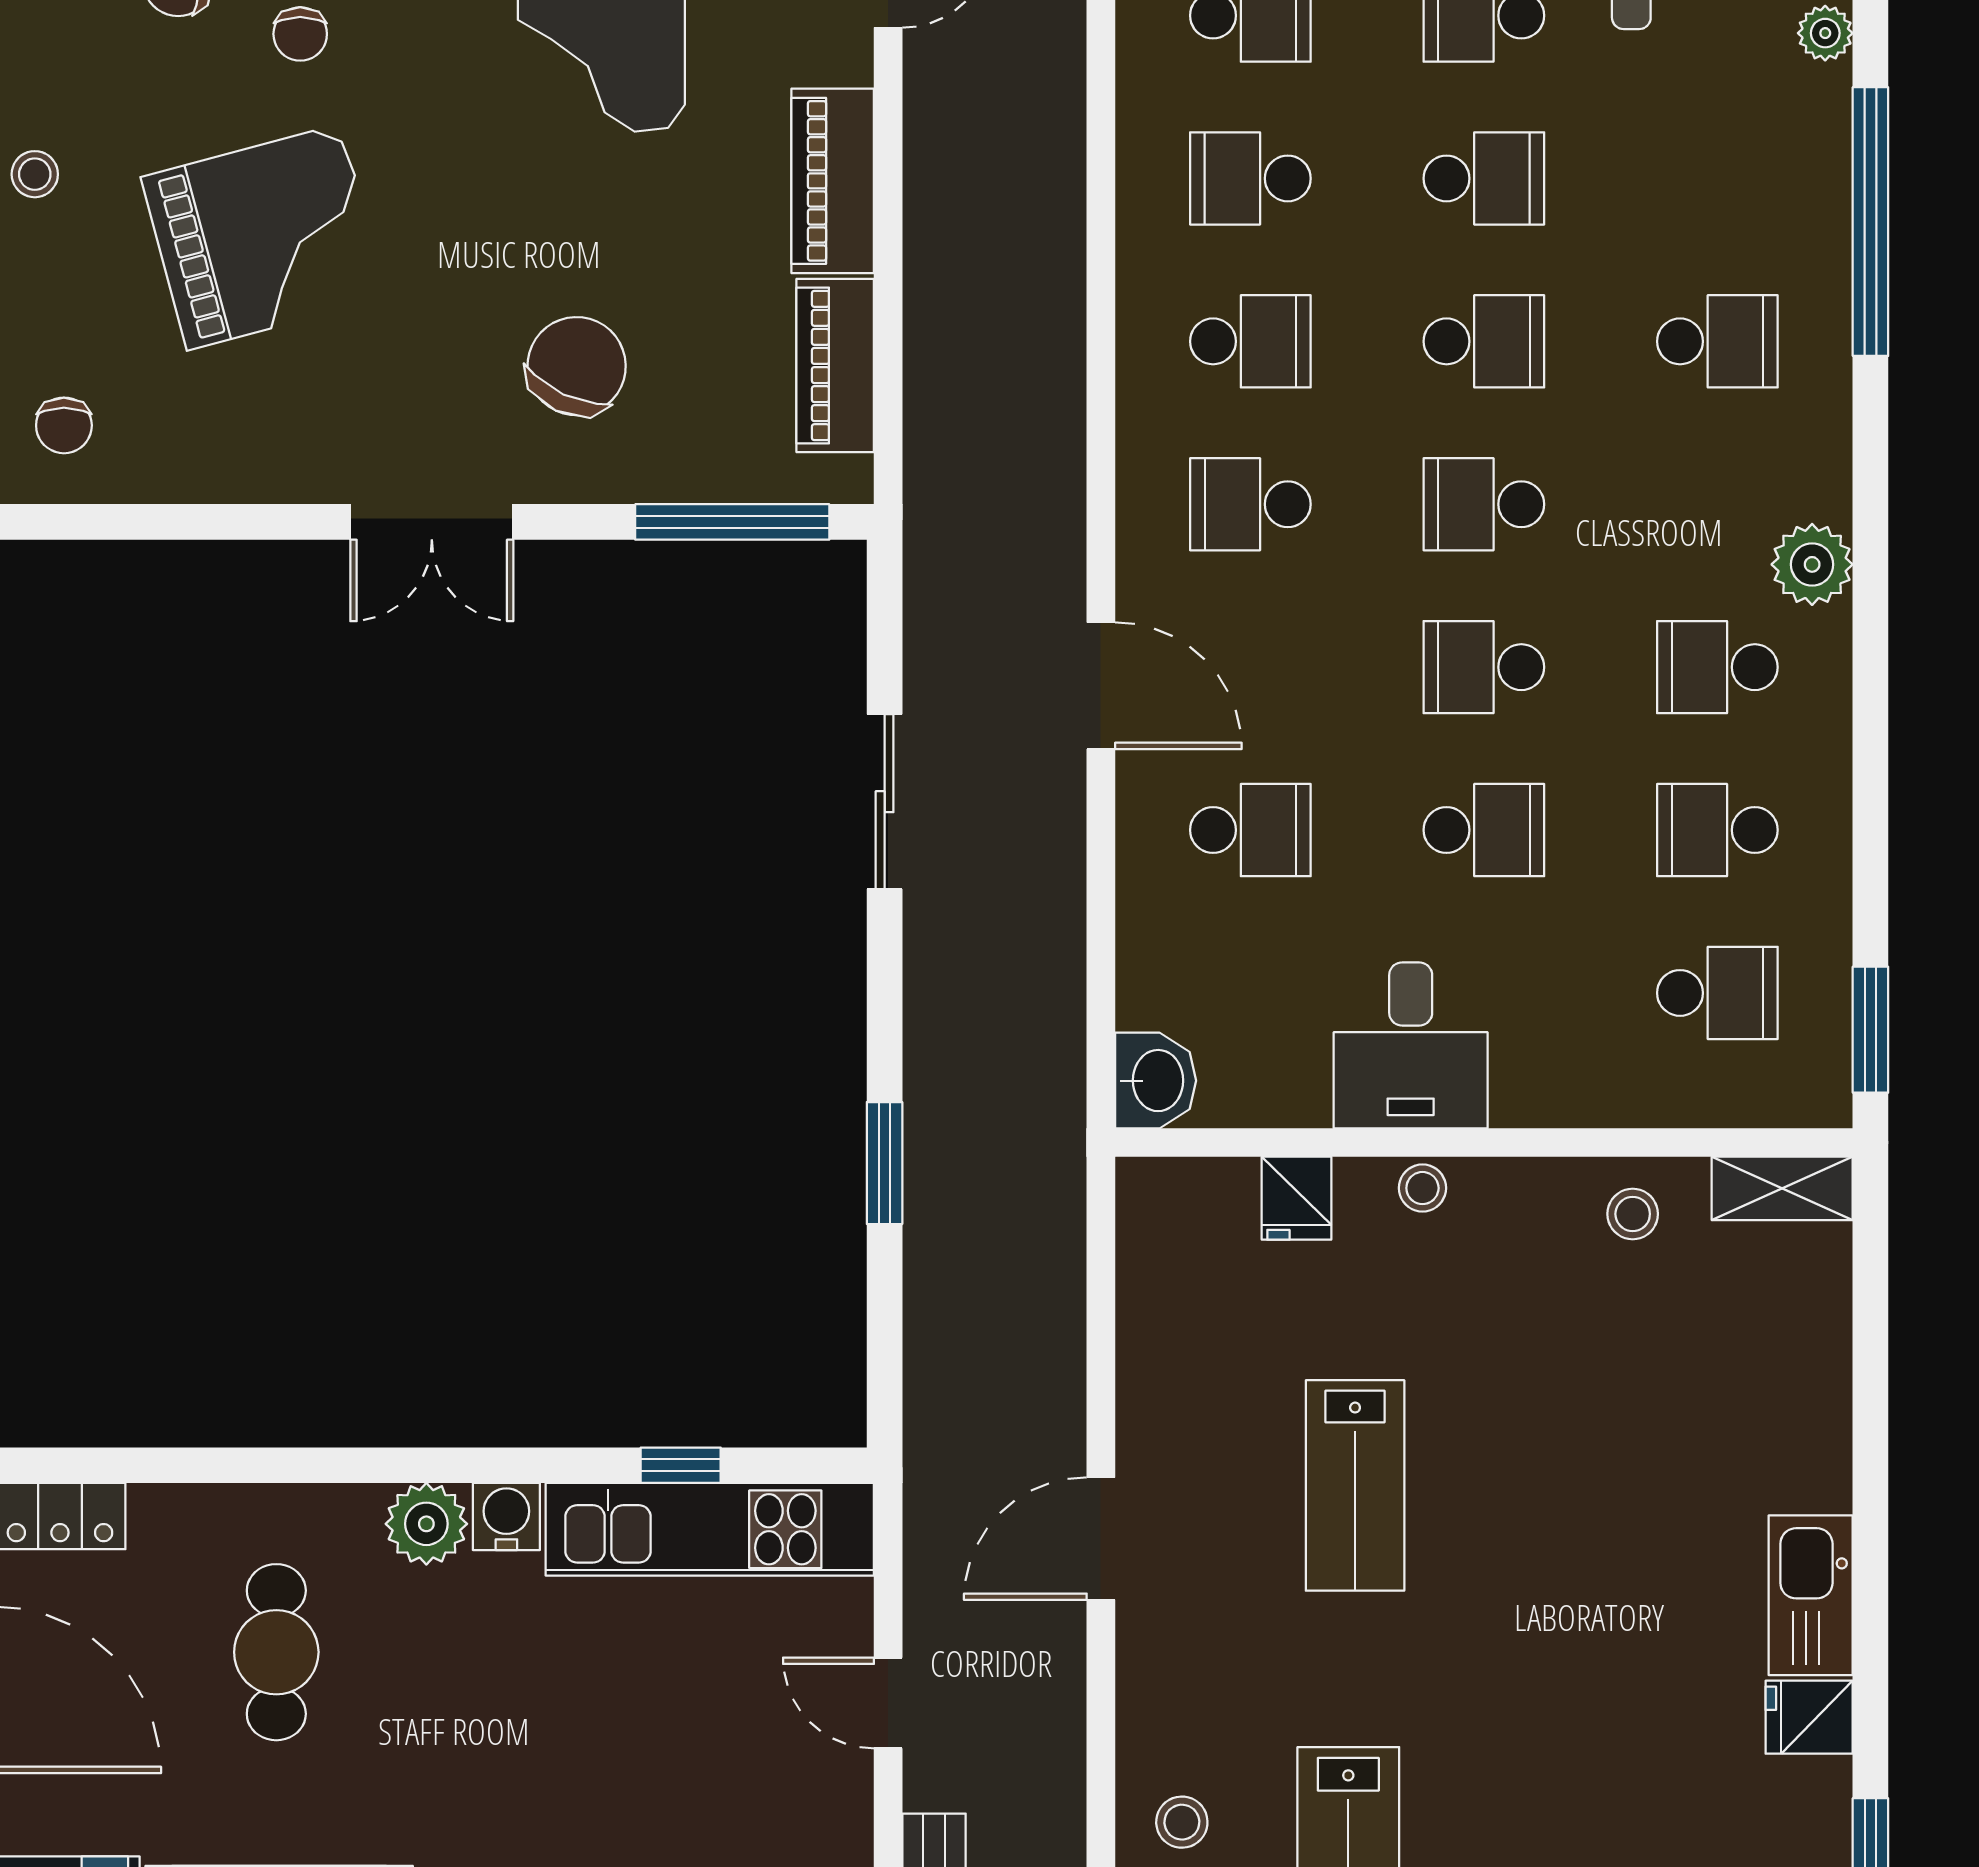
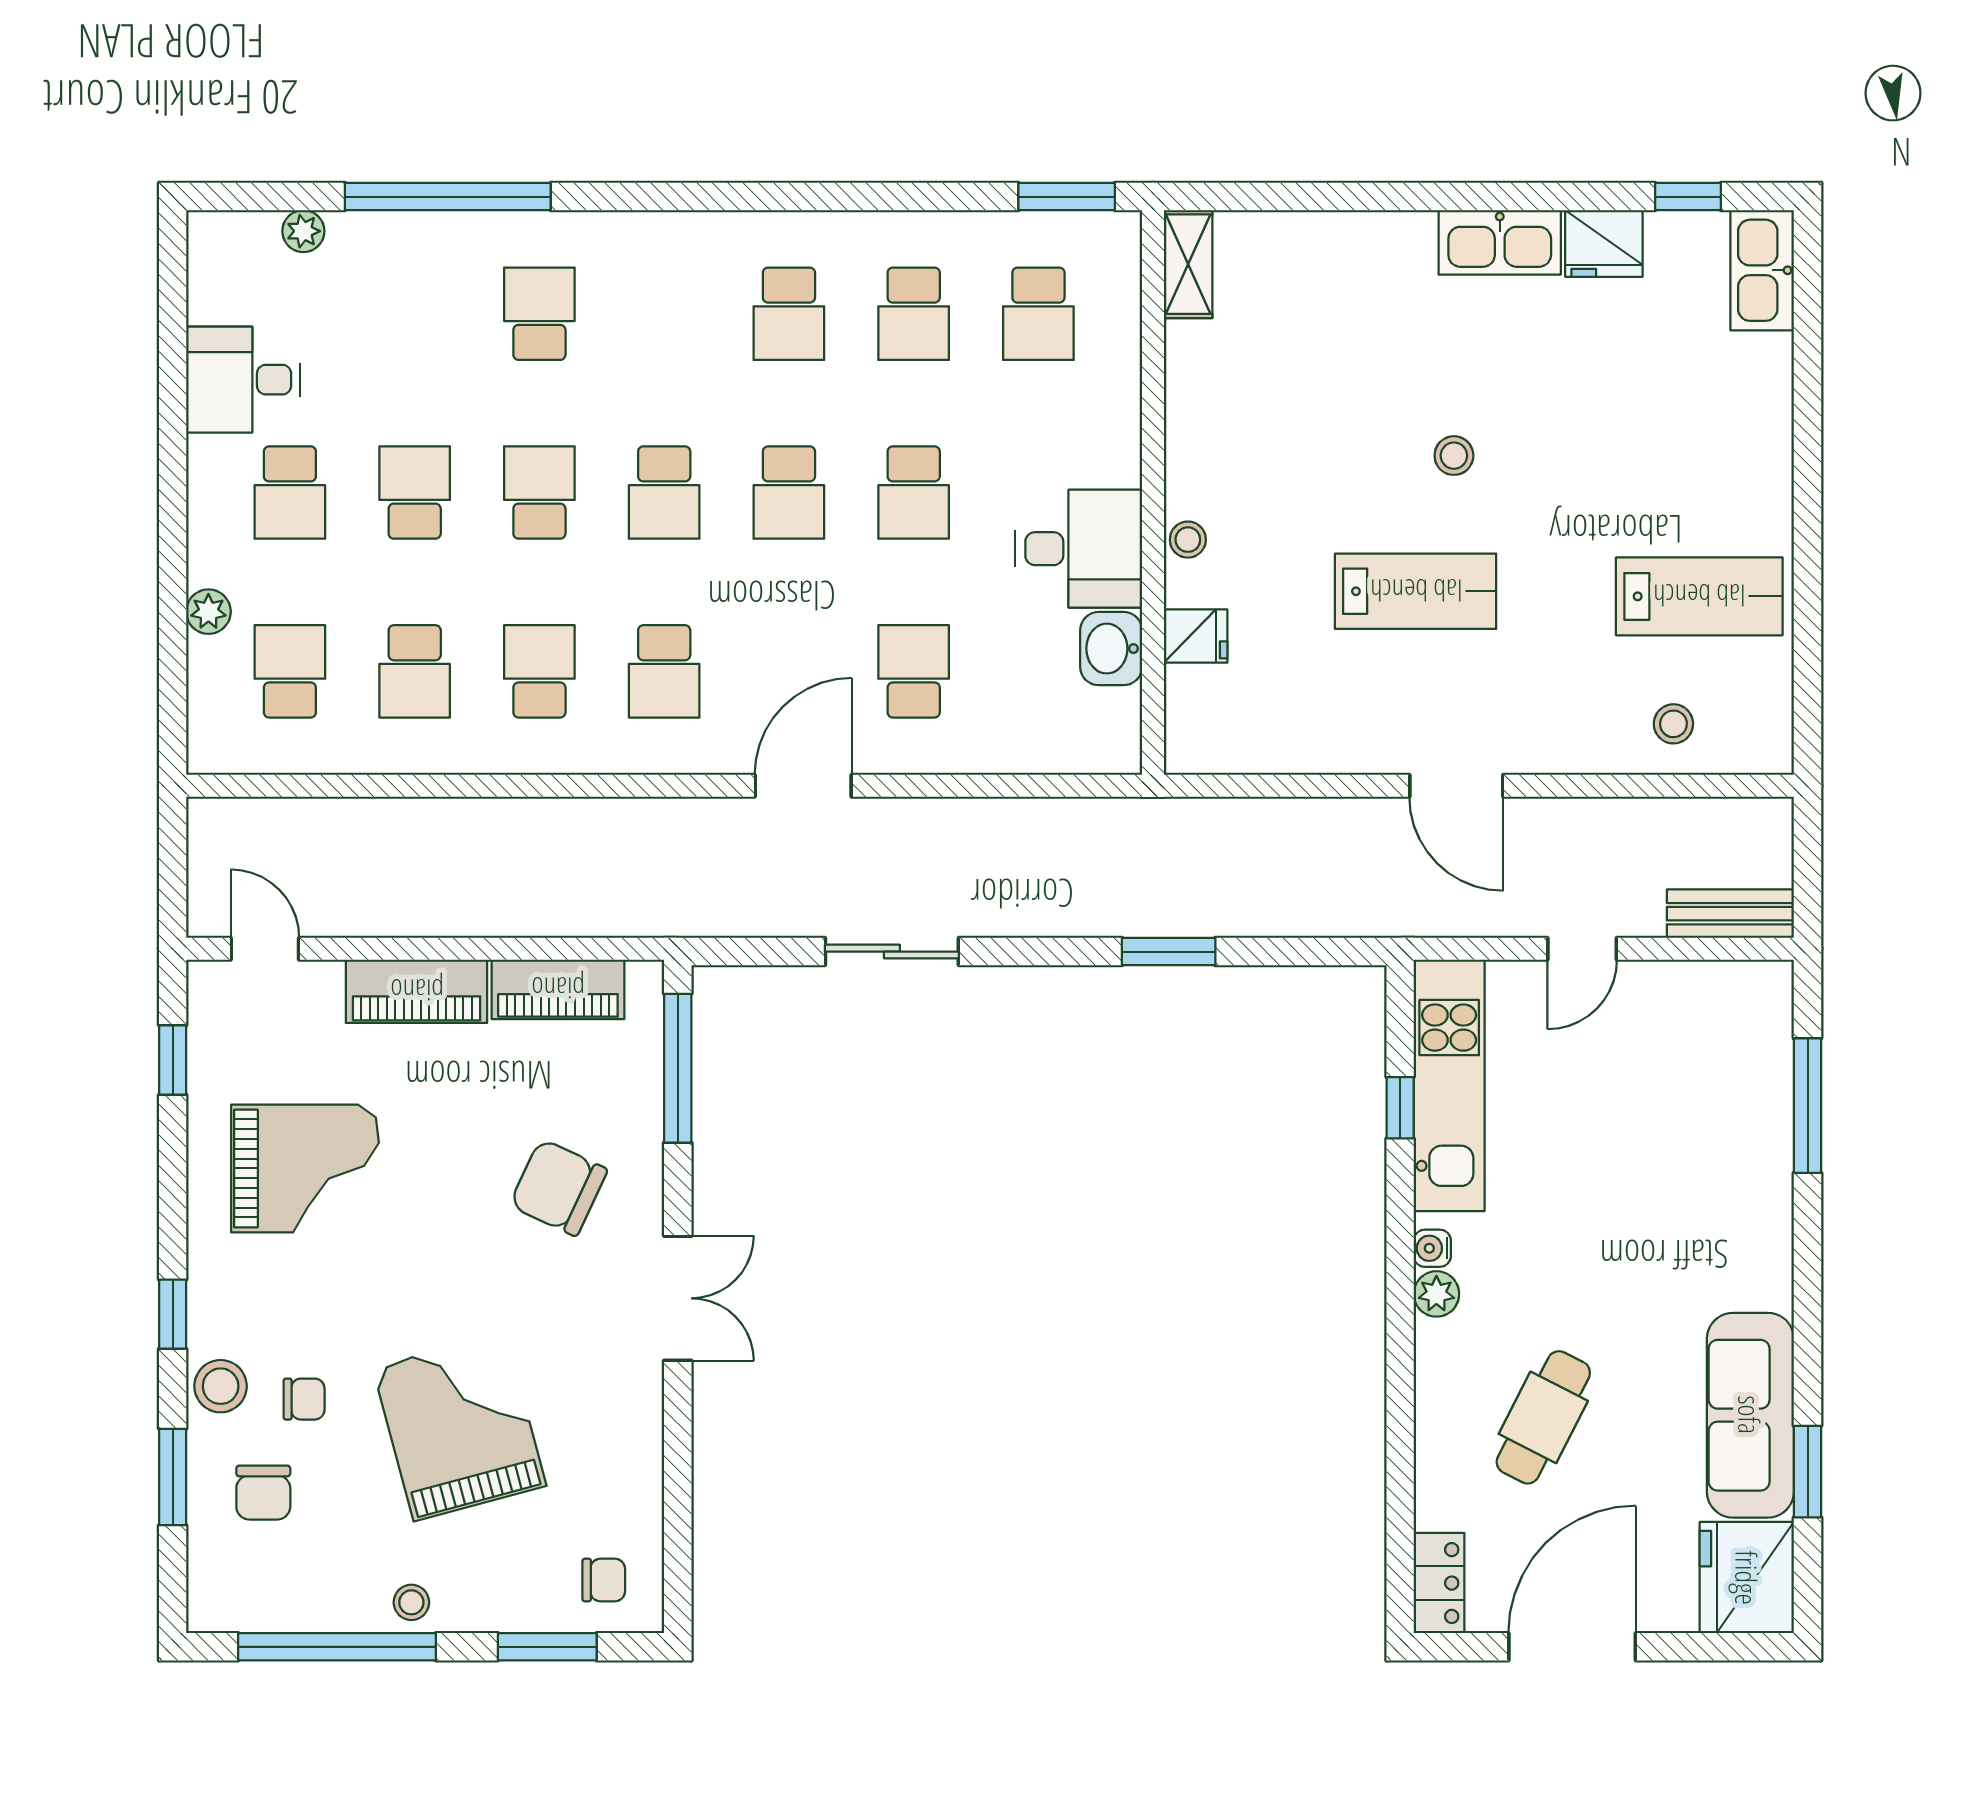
plant: (1812, 564) -> (710, 241), removed
school desk: (1484, 830) -> (914, 493), turned 180
school desk: (1717, 993) -> (1038, 314), turned 180
washbasin: (1156, 1081) -> (1111, 649), moved, turned -90
stool: (1633, 1214) -> (1454, 456), moved
water cooler: (506, 1517) -> (1432, 1248), width x0.72, depth x0.72
plant: (426, 1524) -> (1436, 1294), width x0.73, depth x0.73
cafe table: (276, 1652) -> (1543, 1417), turned -63
fridge: (1809, 1717) -> (1604, 243), width x1.38

